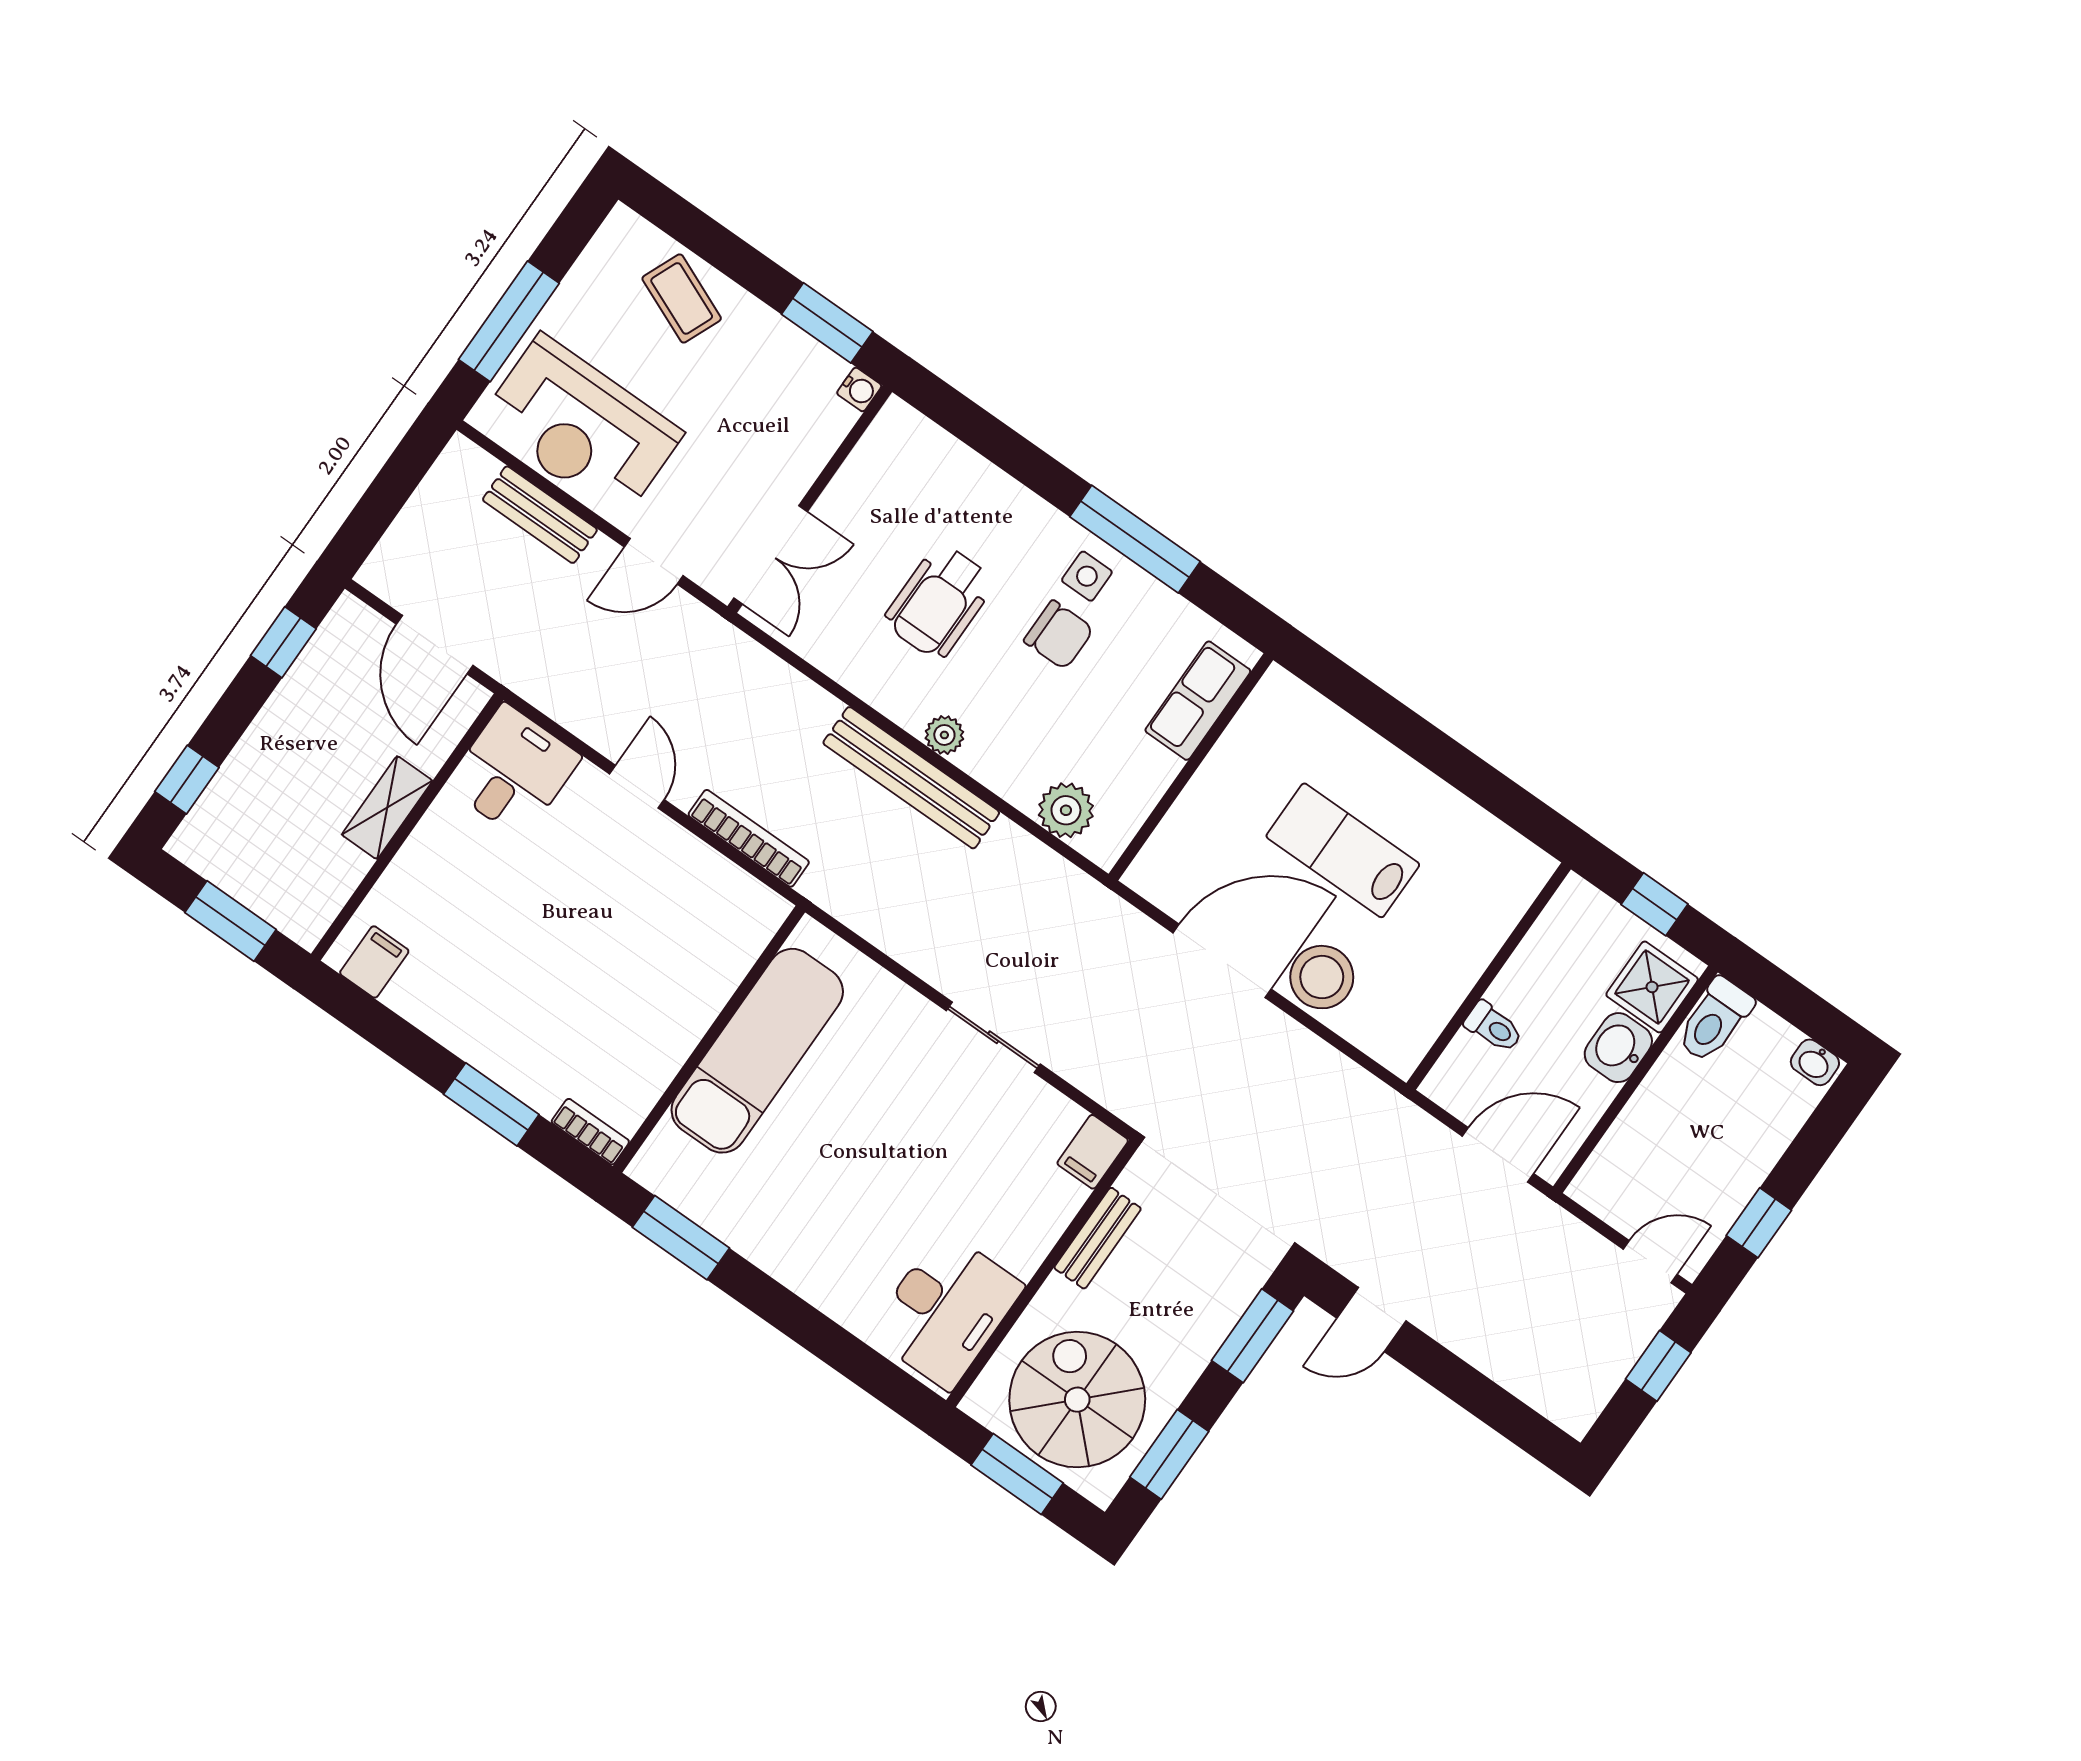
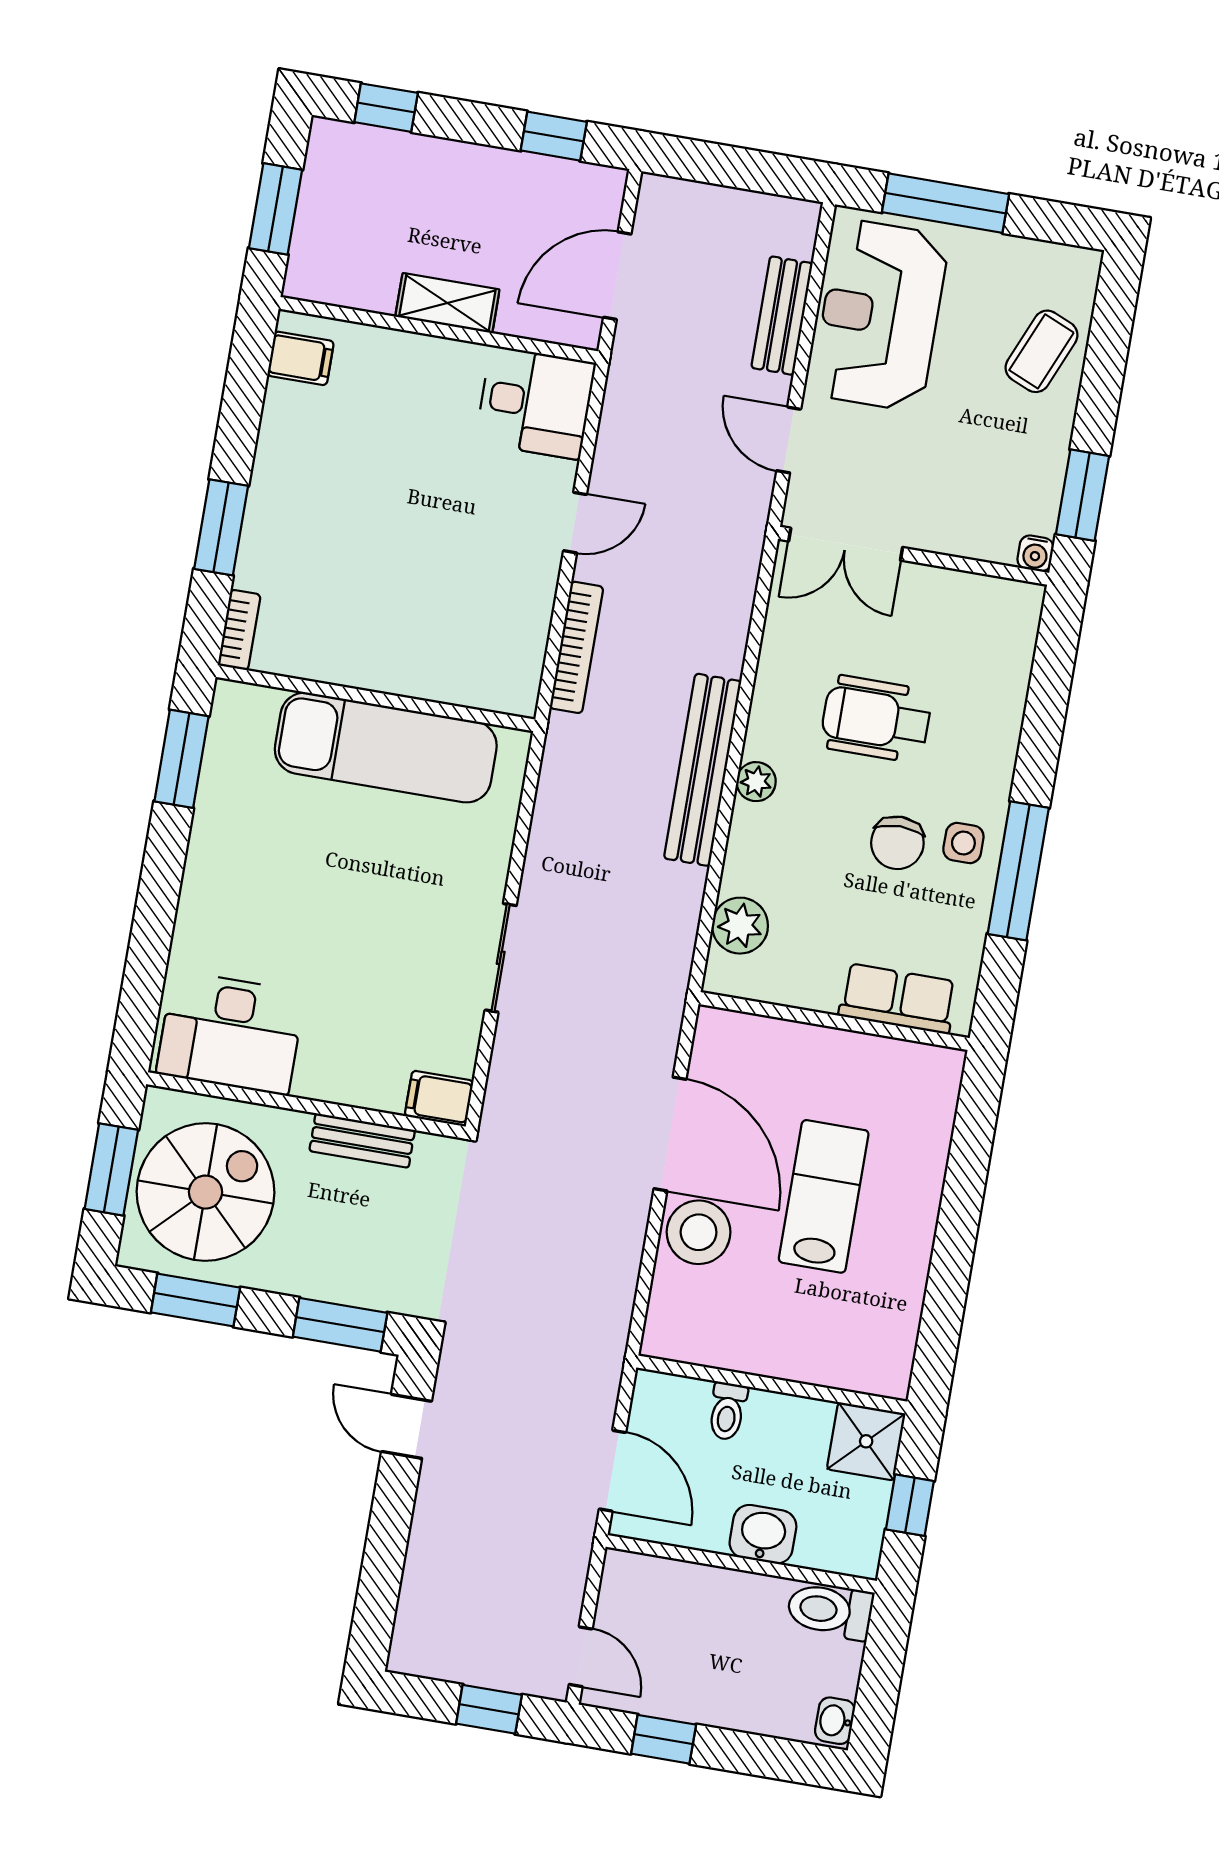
shower: (1652, 987) -> (866, 1441), moved

